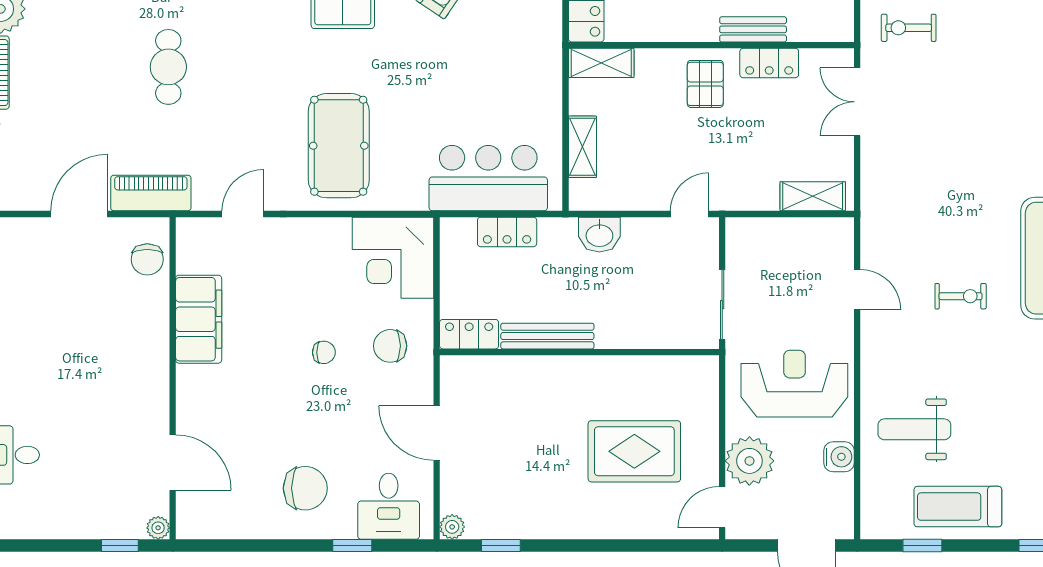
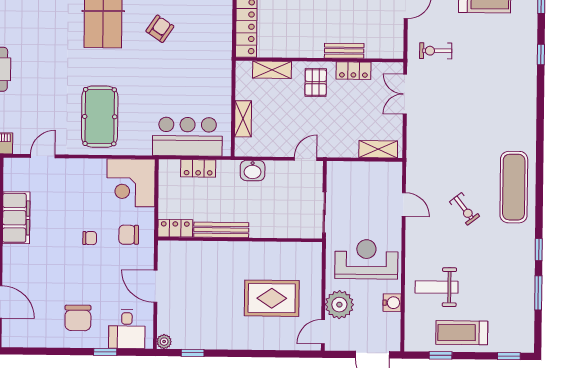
shelving: (601, 63) -> (272, 70), moved
exercise bike: (961, 296) -> (465, 209), turned 52
chair: (305, 488) -> (78, 318), turned 90

